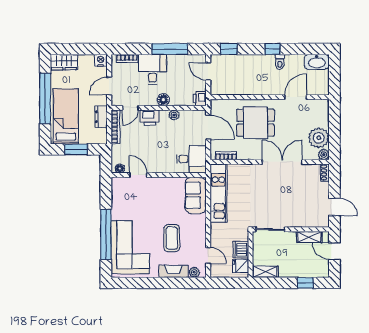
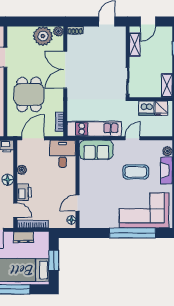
door: (208, 255) -> (133, 138), moved

